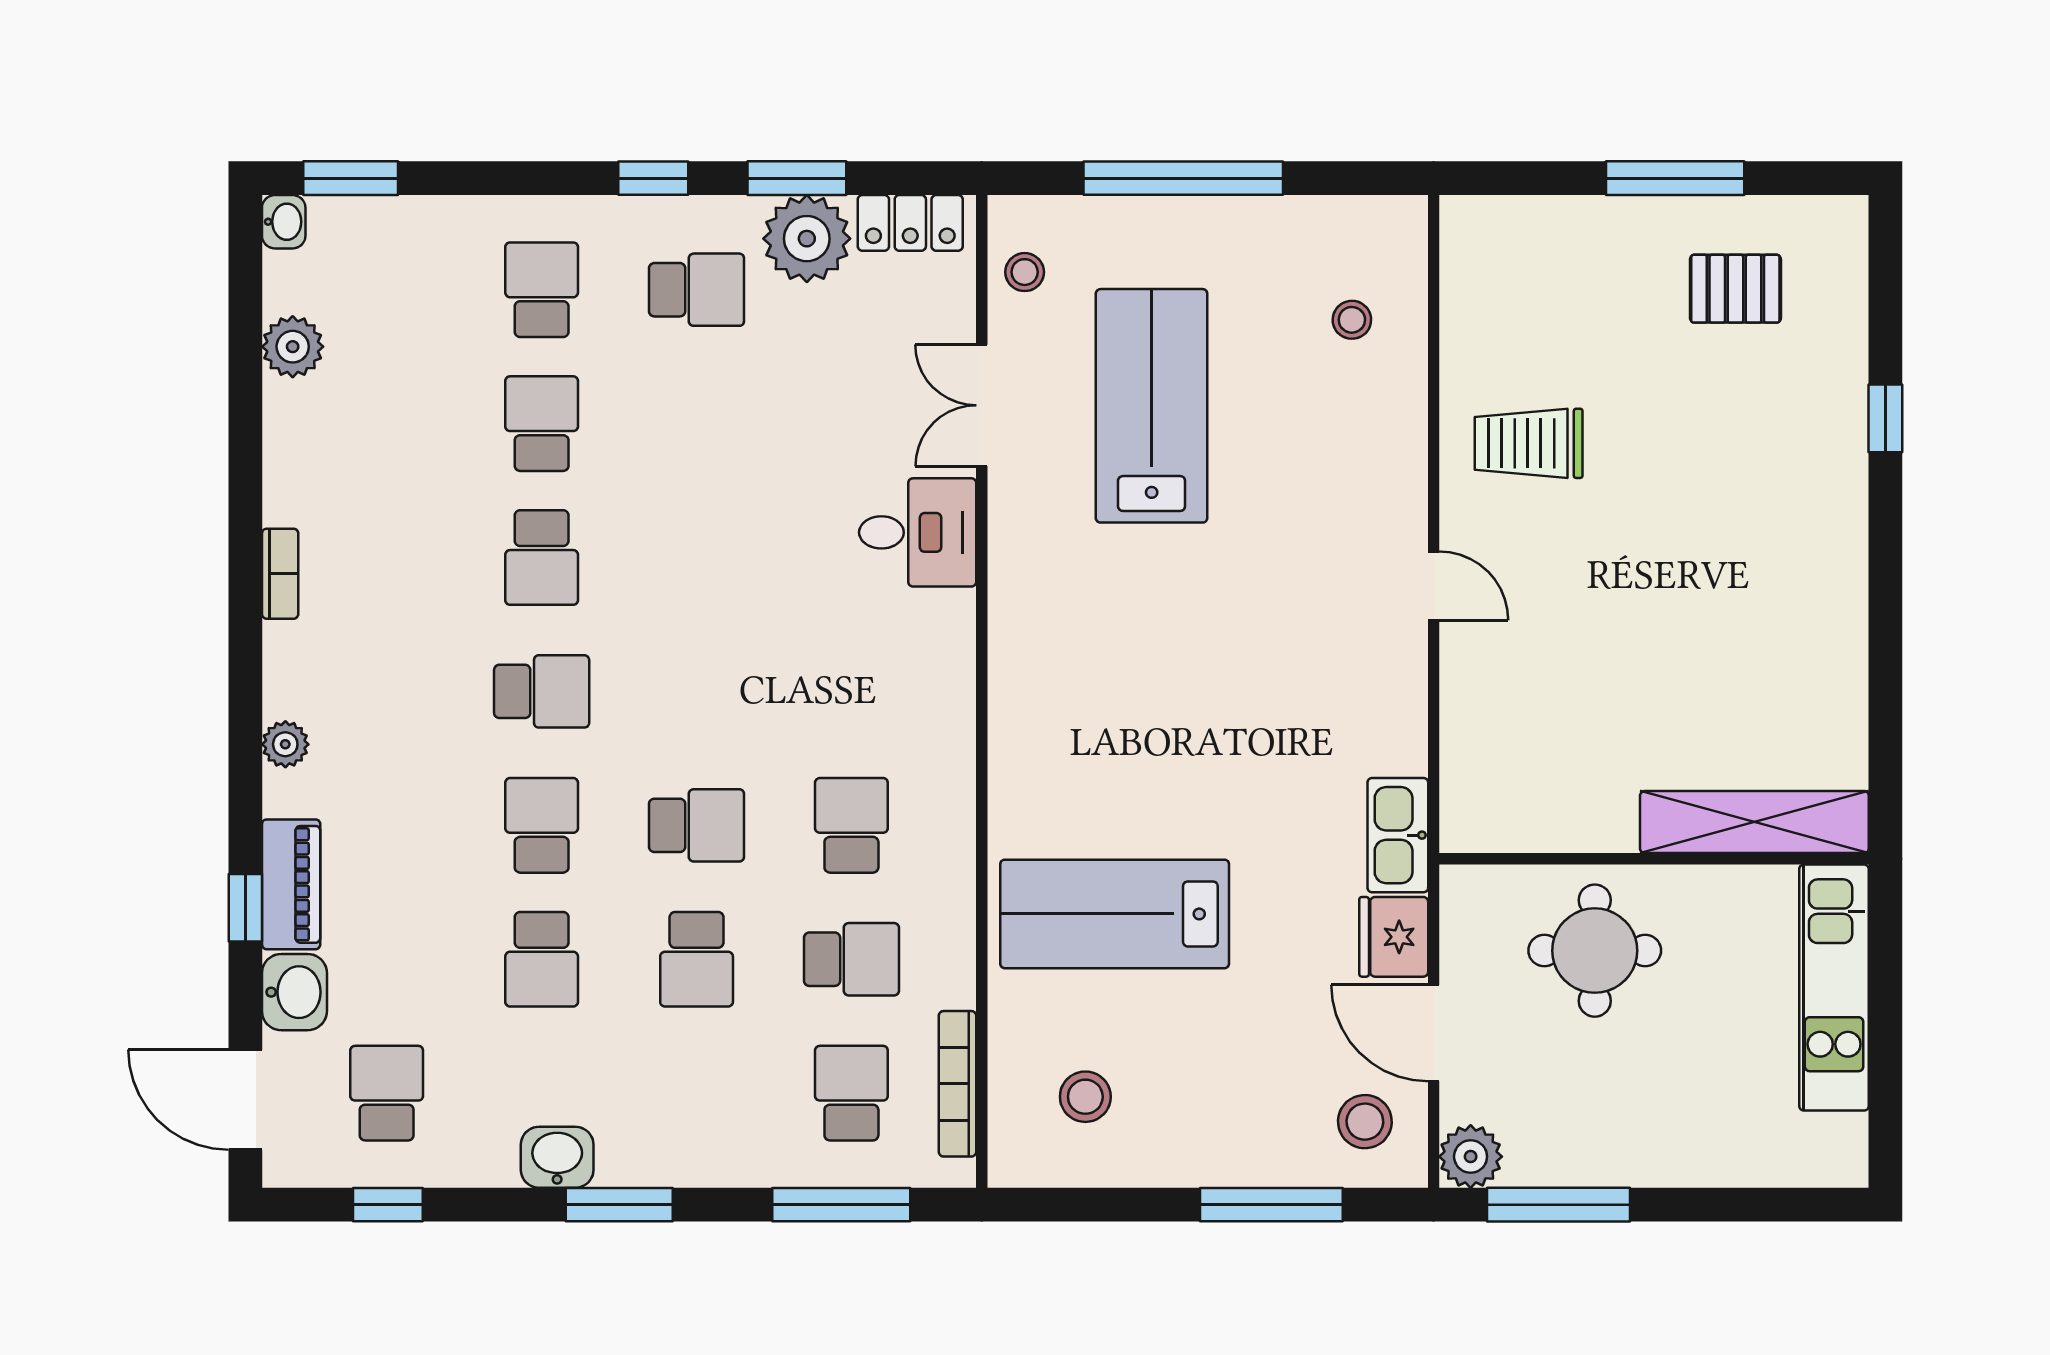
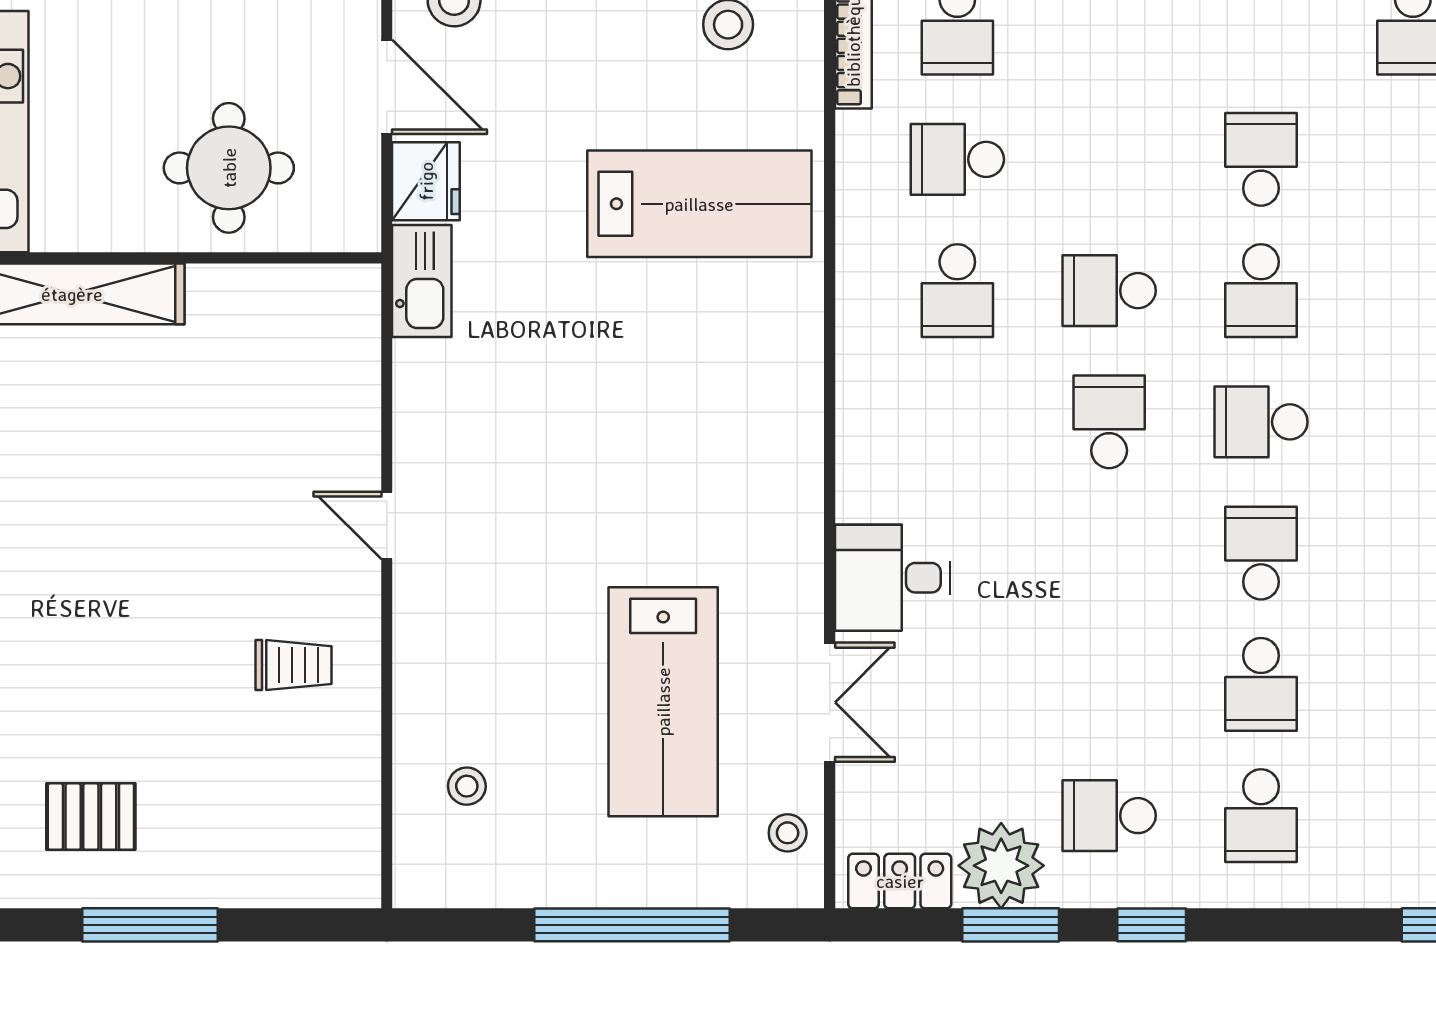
trolley: (1529, 443) -> (294, 665), width x0.73, depth x0.72
school desk: (697, 959) -> (1109, 422), moved

